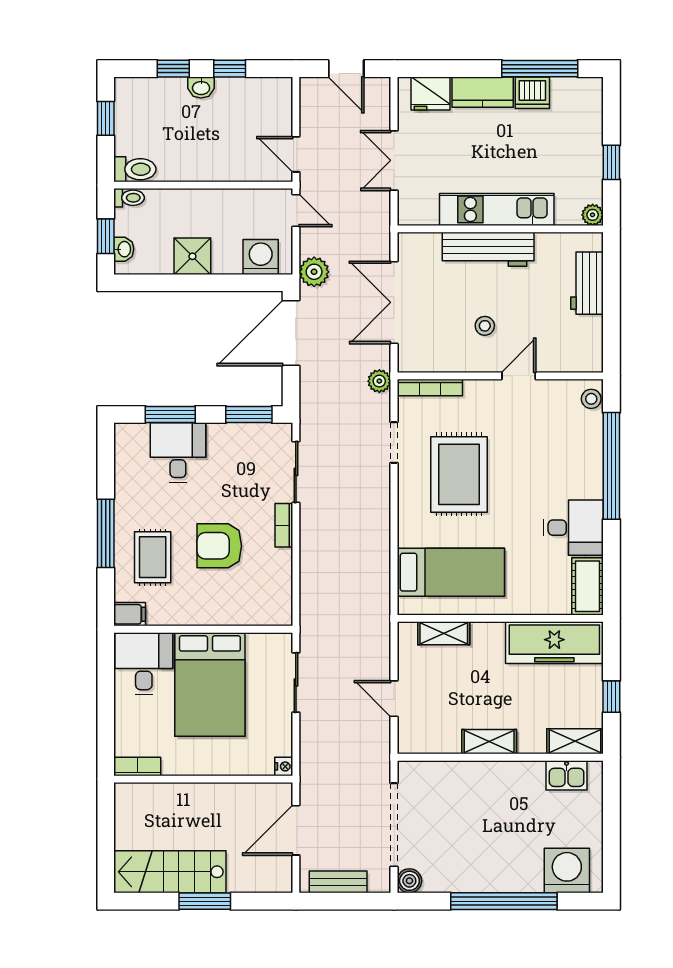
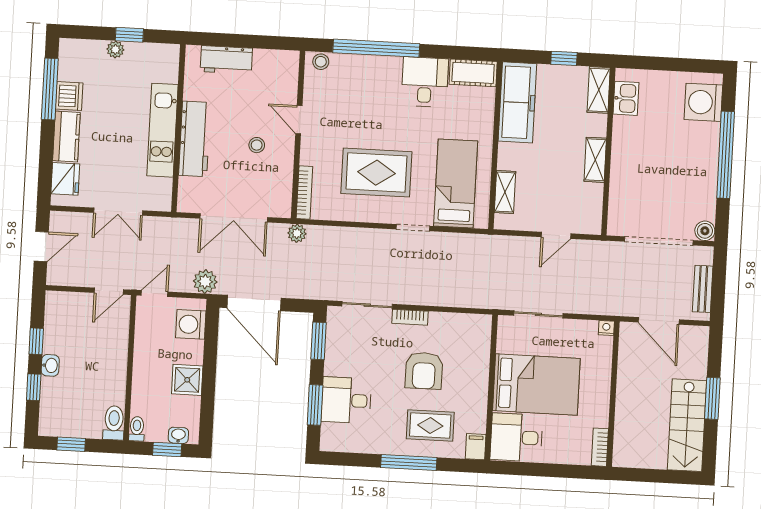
plant: (593, 215) -> (115, 49), moved
doorway: (394, 443) -> (413, 228), moved

